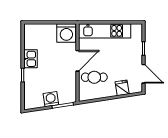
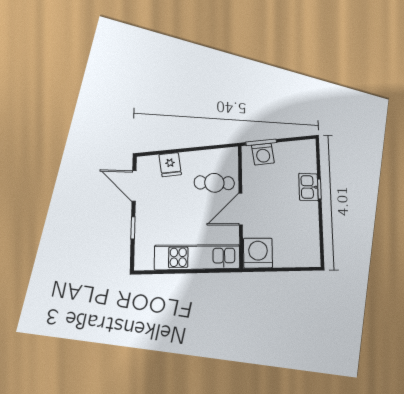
kitchen sink: (30, 59) -> (309, 187), moved
washing machine: (51, 99) -> (263, 154), moved

